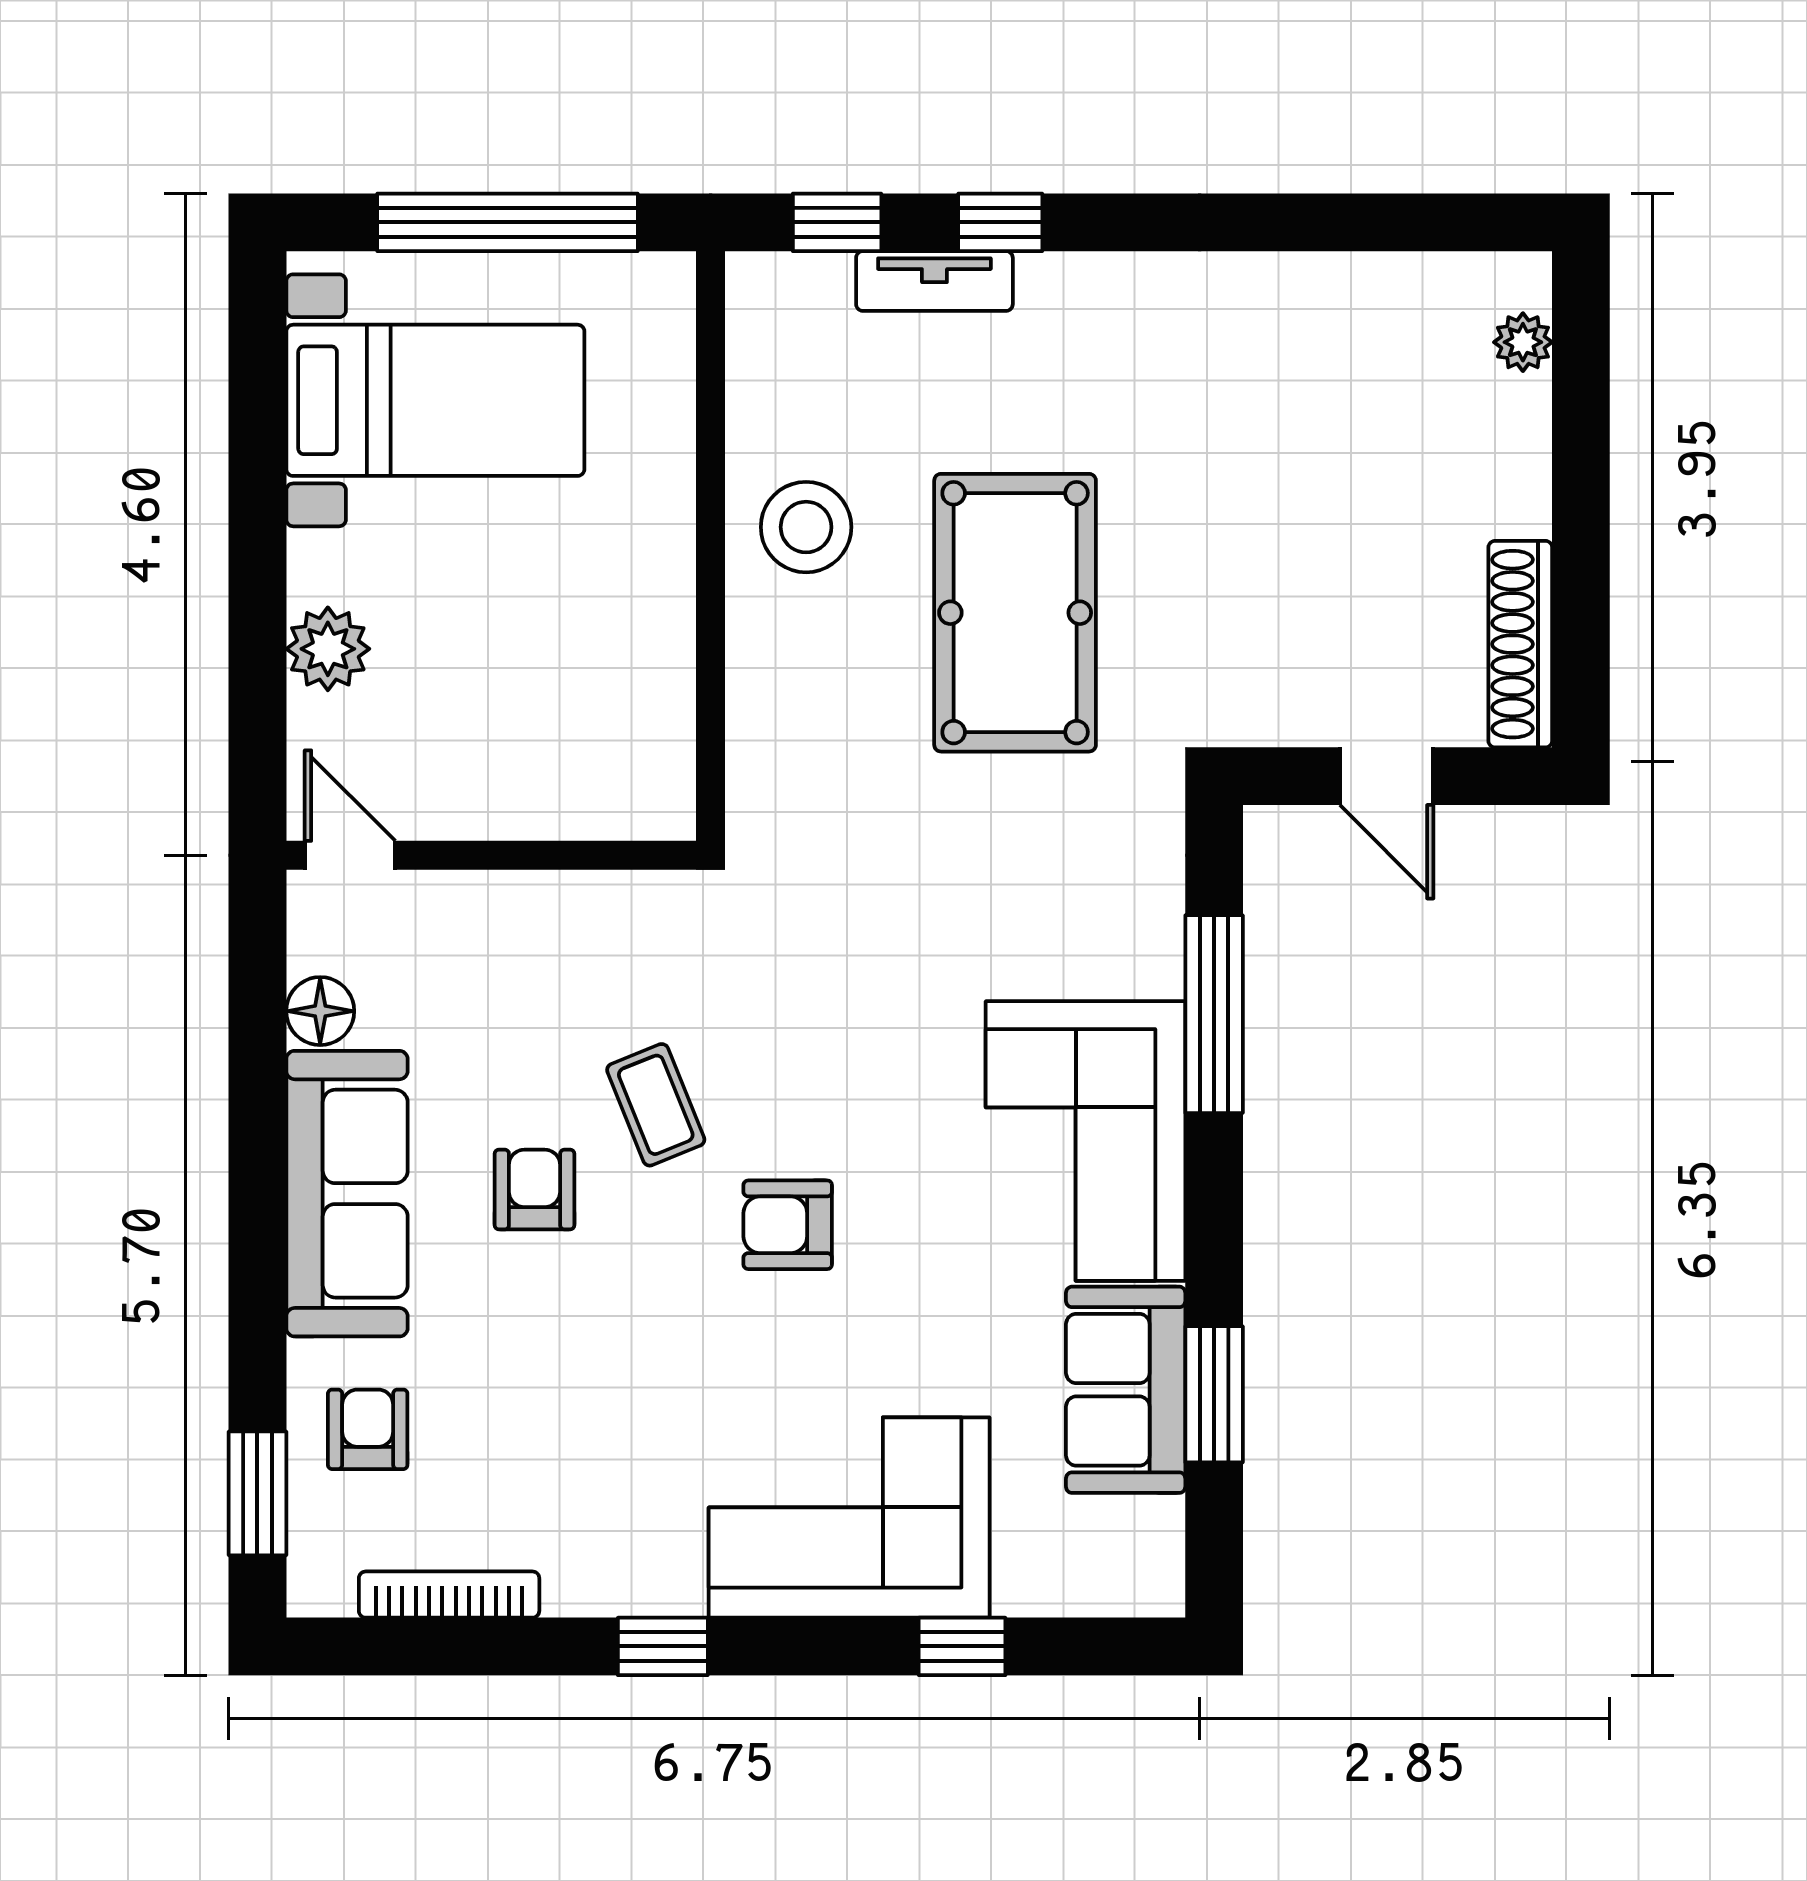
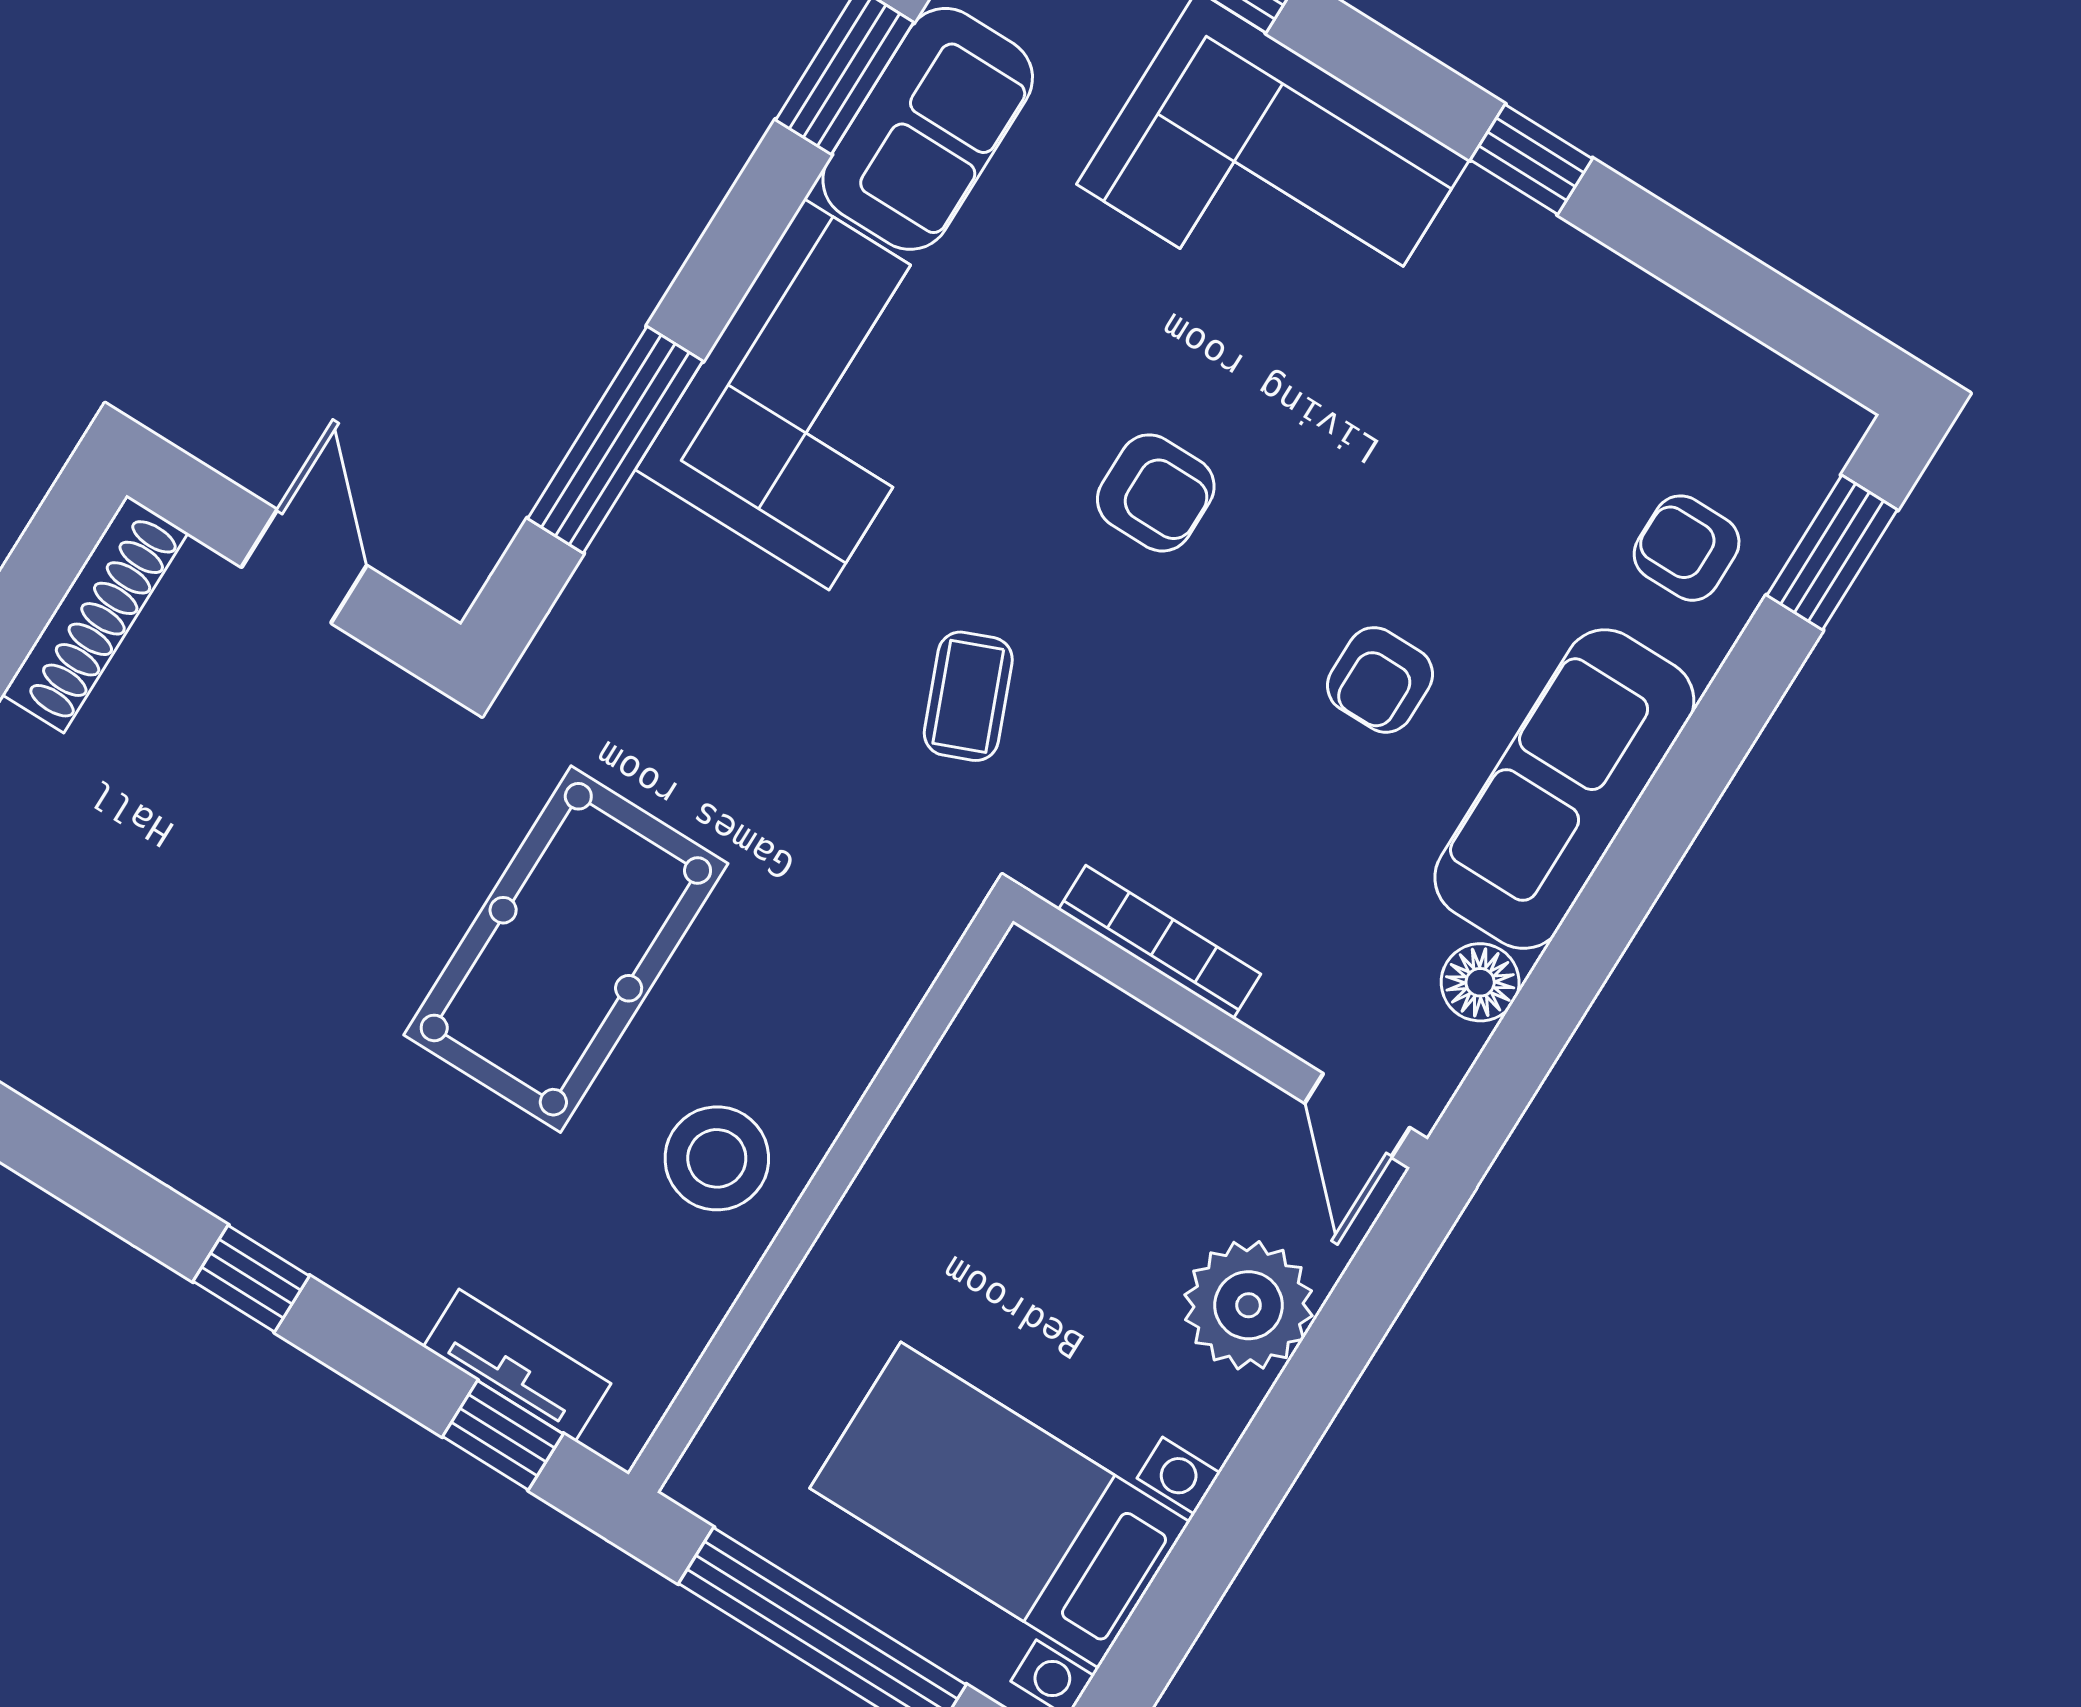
window: (1000, 222) -> (251, 1279), moved
tv unit: (934, 281) -> (517, 1365), moved
plant: (328, 649) -> (1249, 1305), width x1.36, depth x1.36
coffee table: (656, 1105) -> (968, 696), moved
armchair: (368, 1429) -> (1687, 548), turned 90
bookcase: (449, 1595) -> (1159, 942), moved, turned 180

